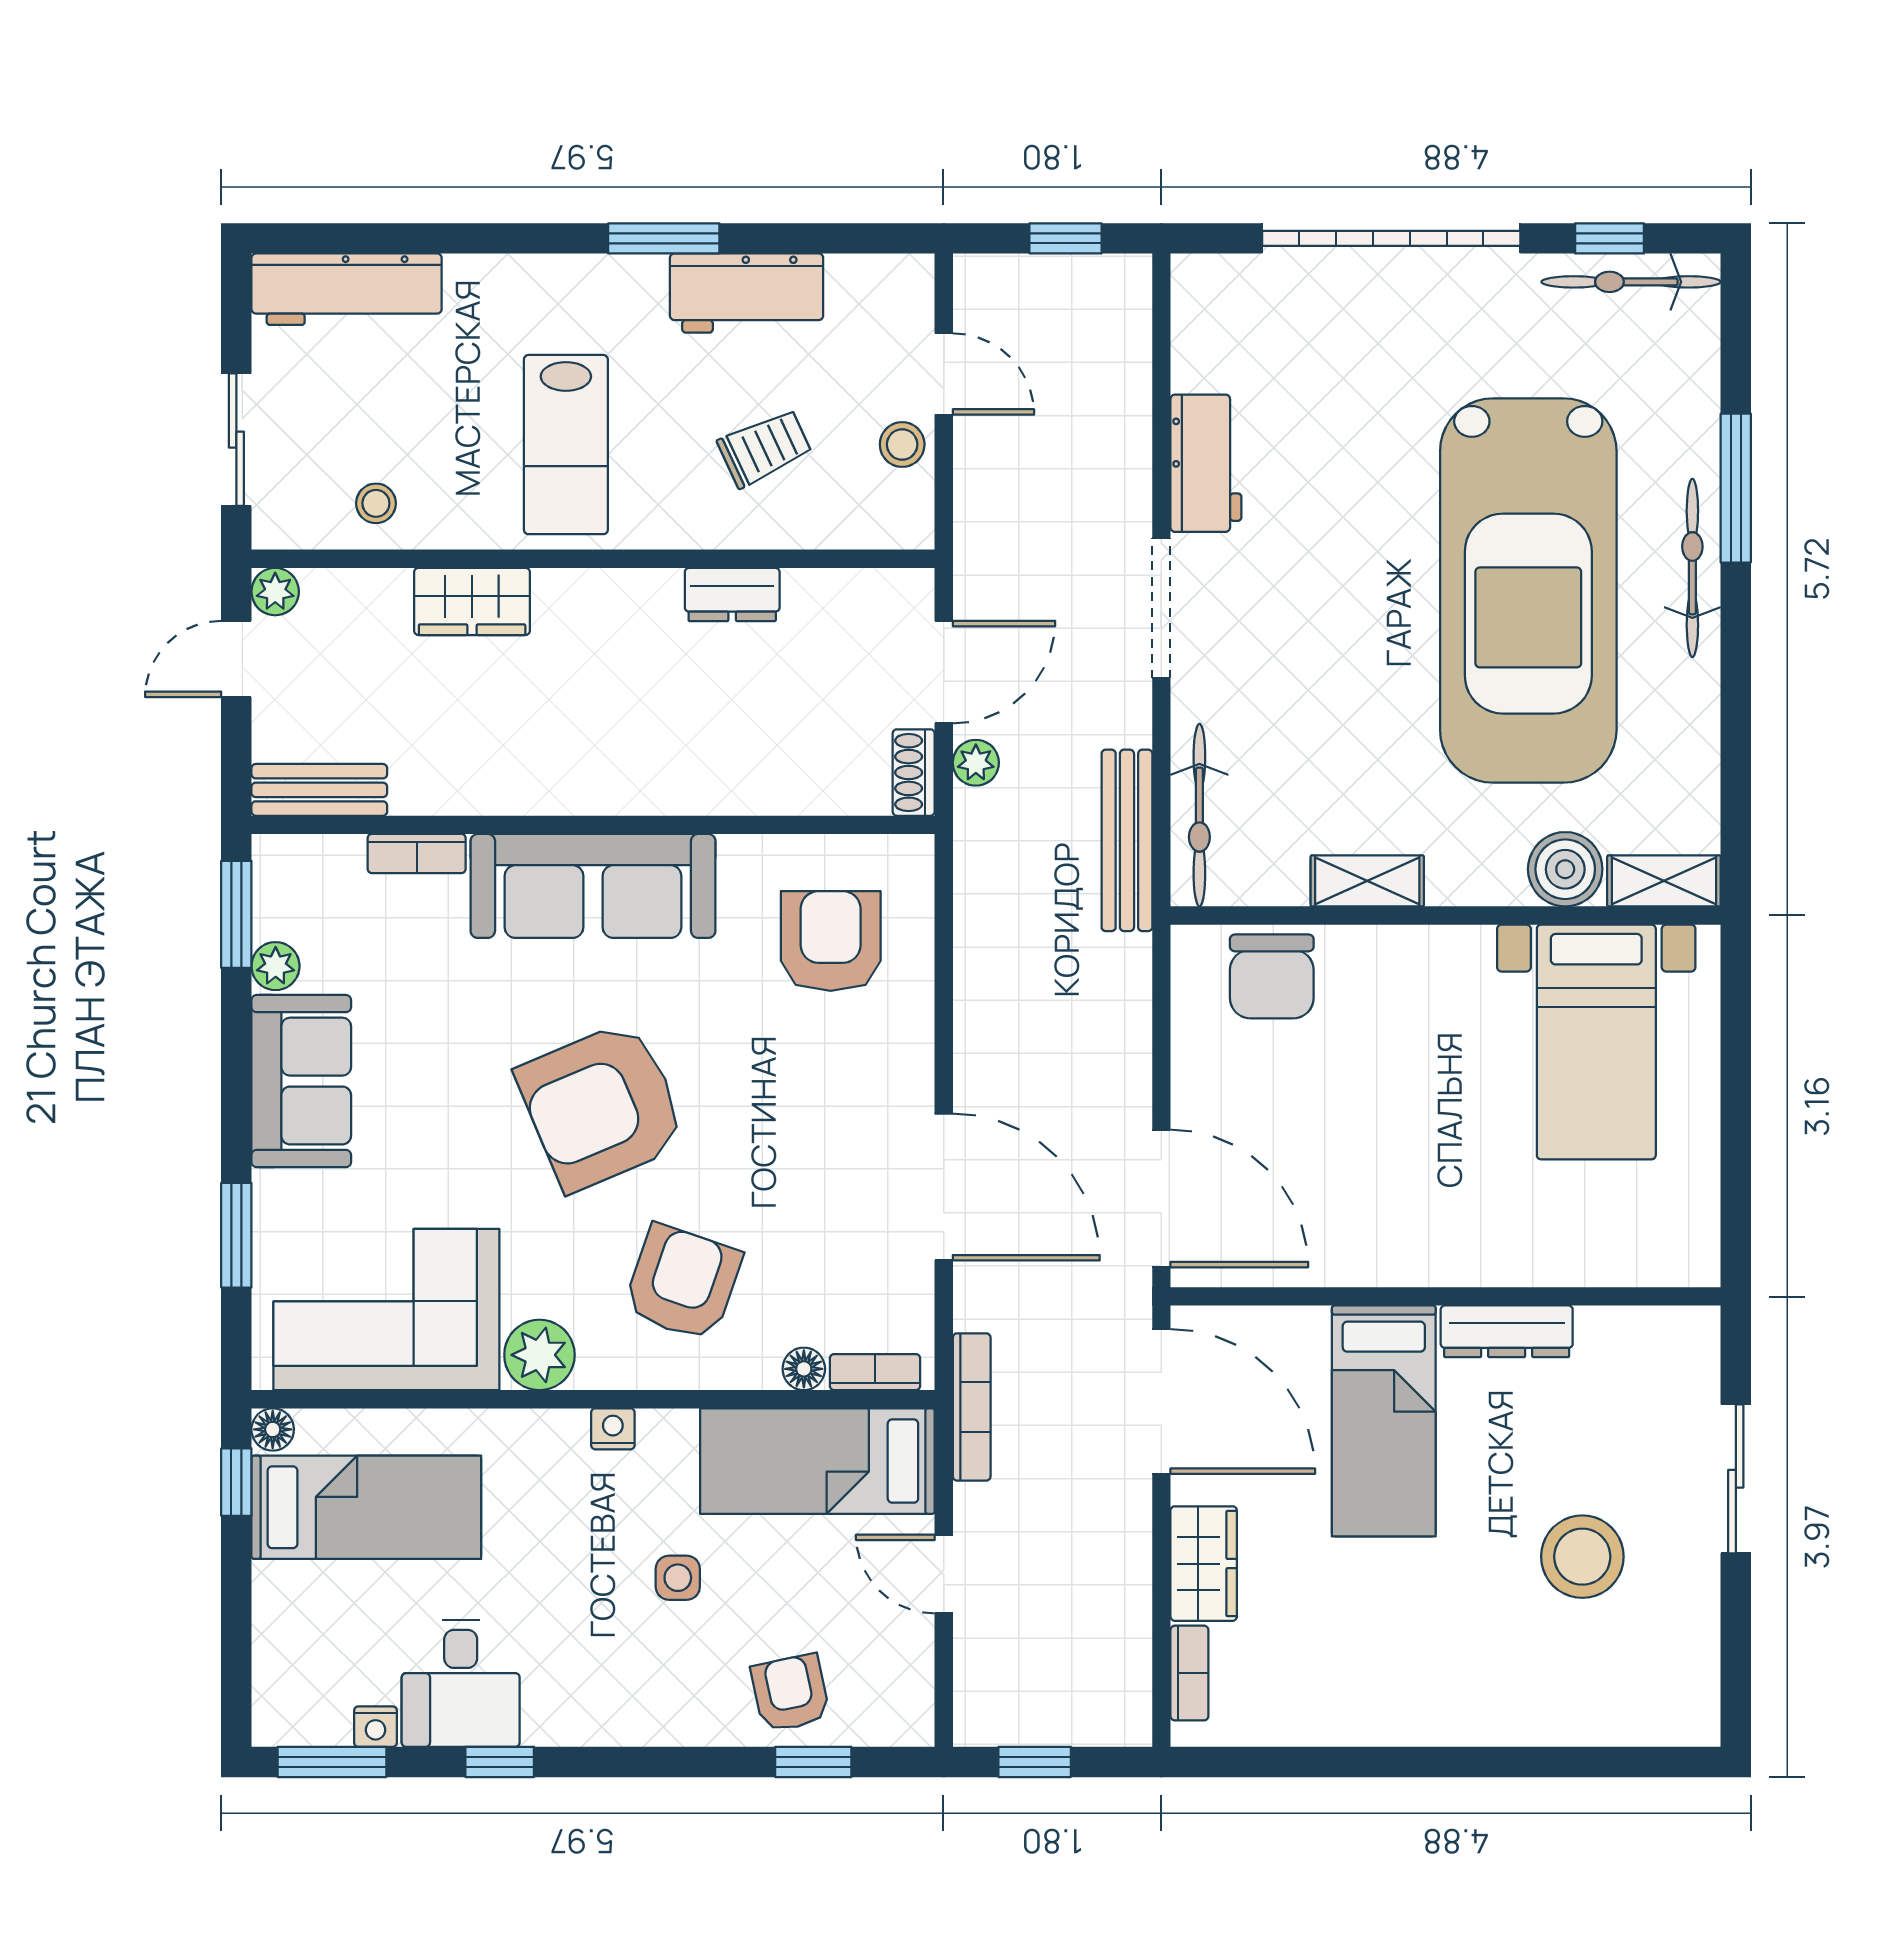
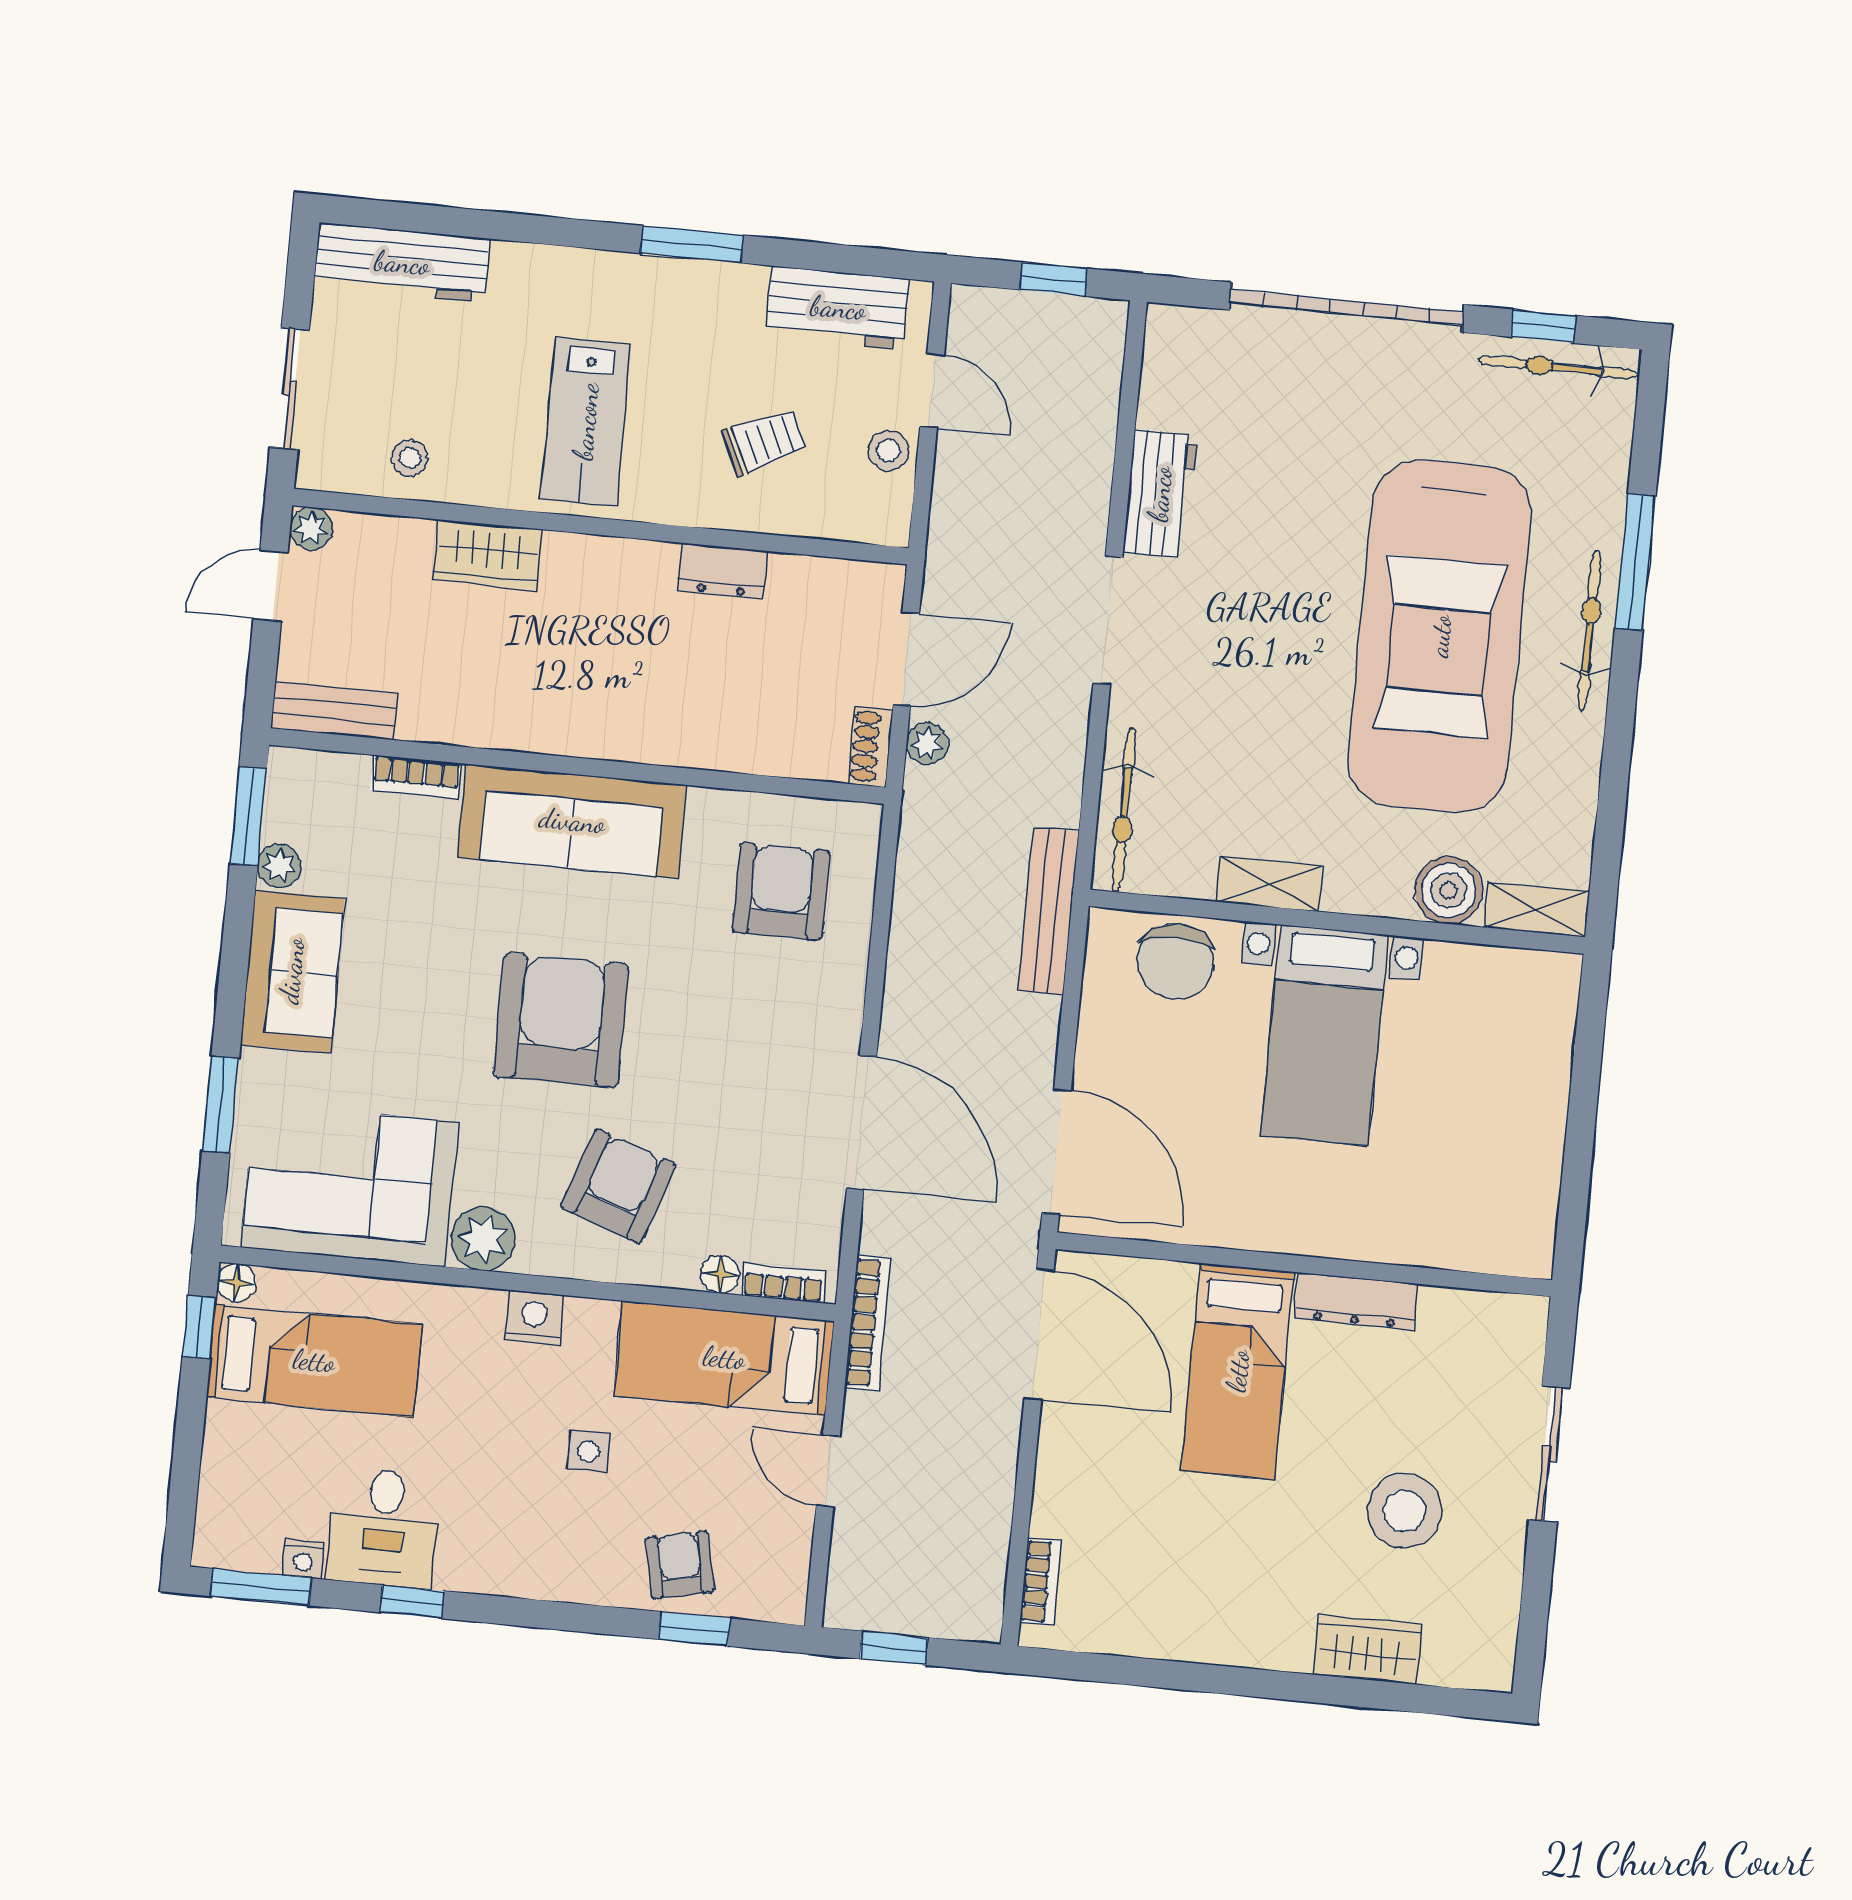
workbench: (747, 293) -> (838, 308), moved
bench: (1127, 840) -> (1048, 911), moved
bed with nightstands: (1596, 1042) -> (1324, 1035), moved
armchair: (602, 1106) -> (561, 1020), turned 113
nightstand: (613, 1429) -> (535, 1317), width x1.39, depth x1.35
wardrobe: (1204, 1564) -> (1367, 1650), moved, turned -90

